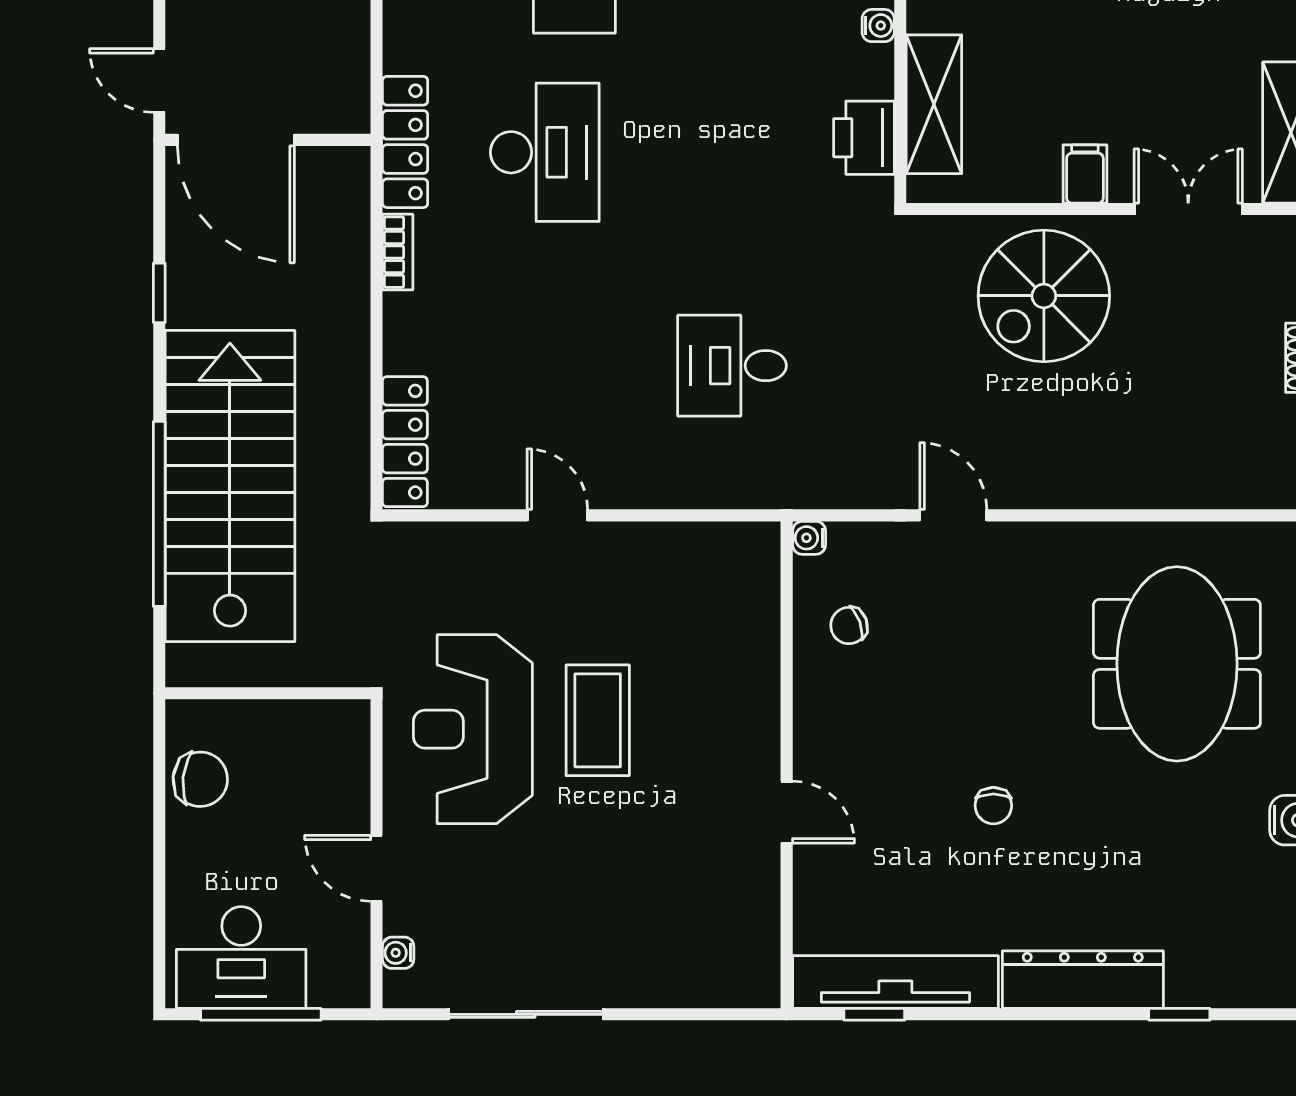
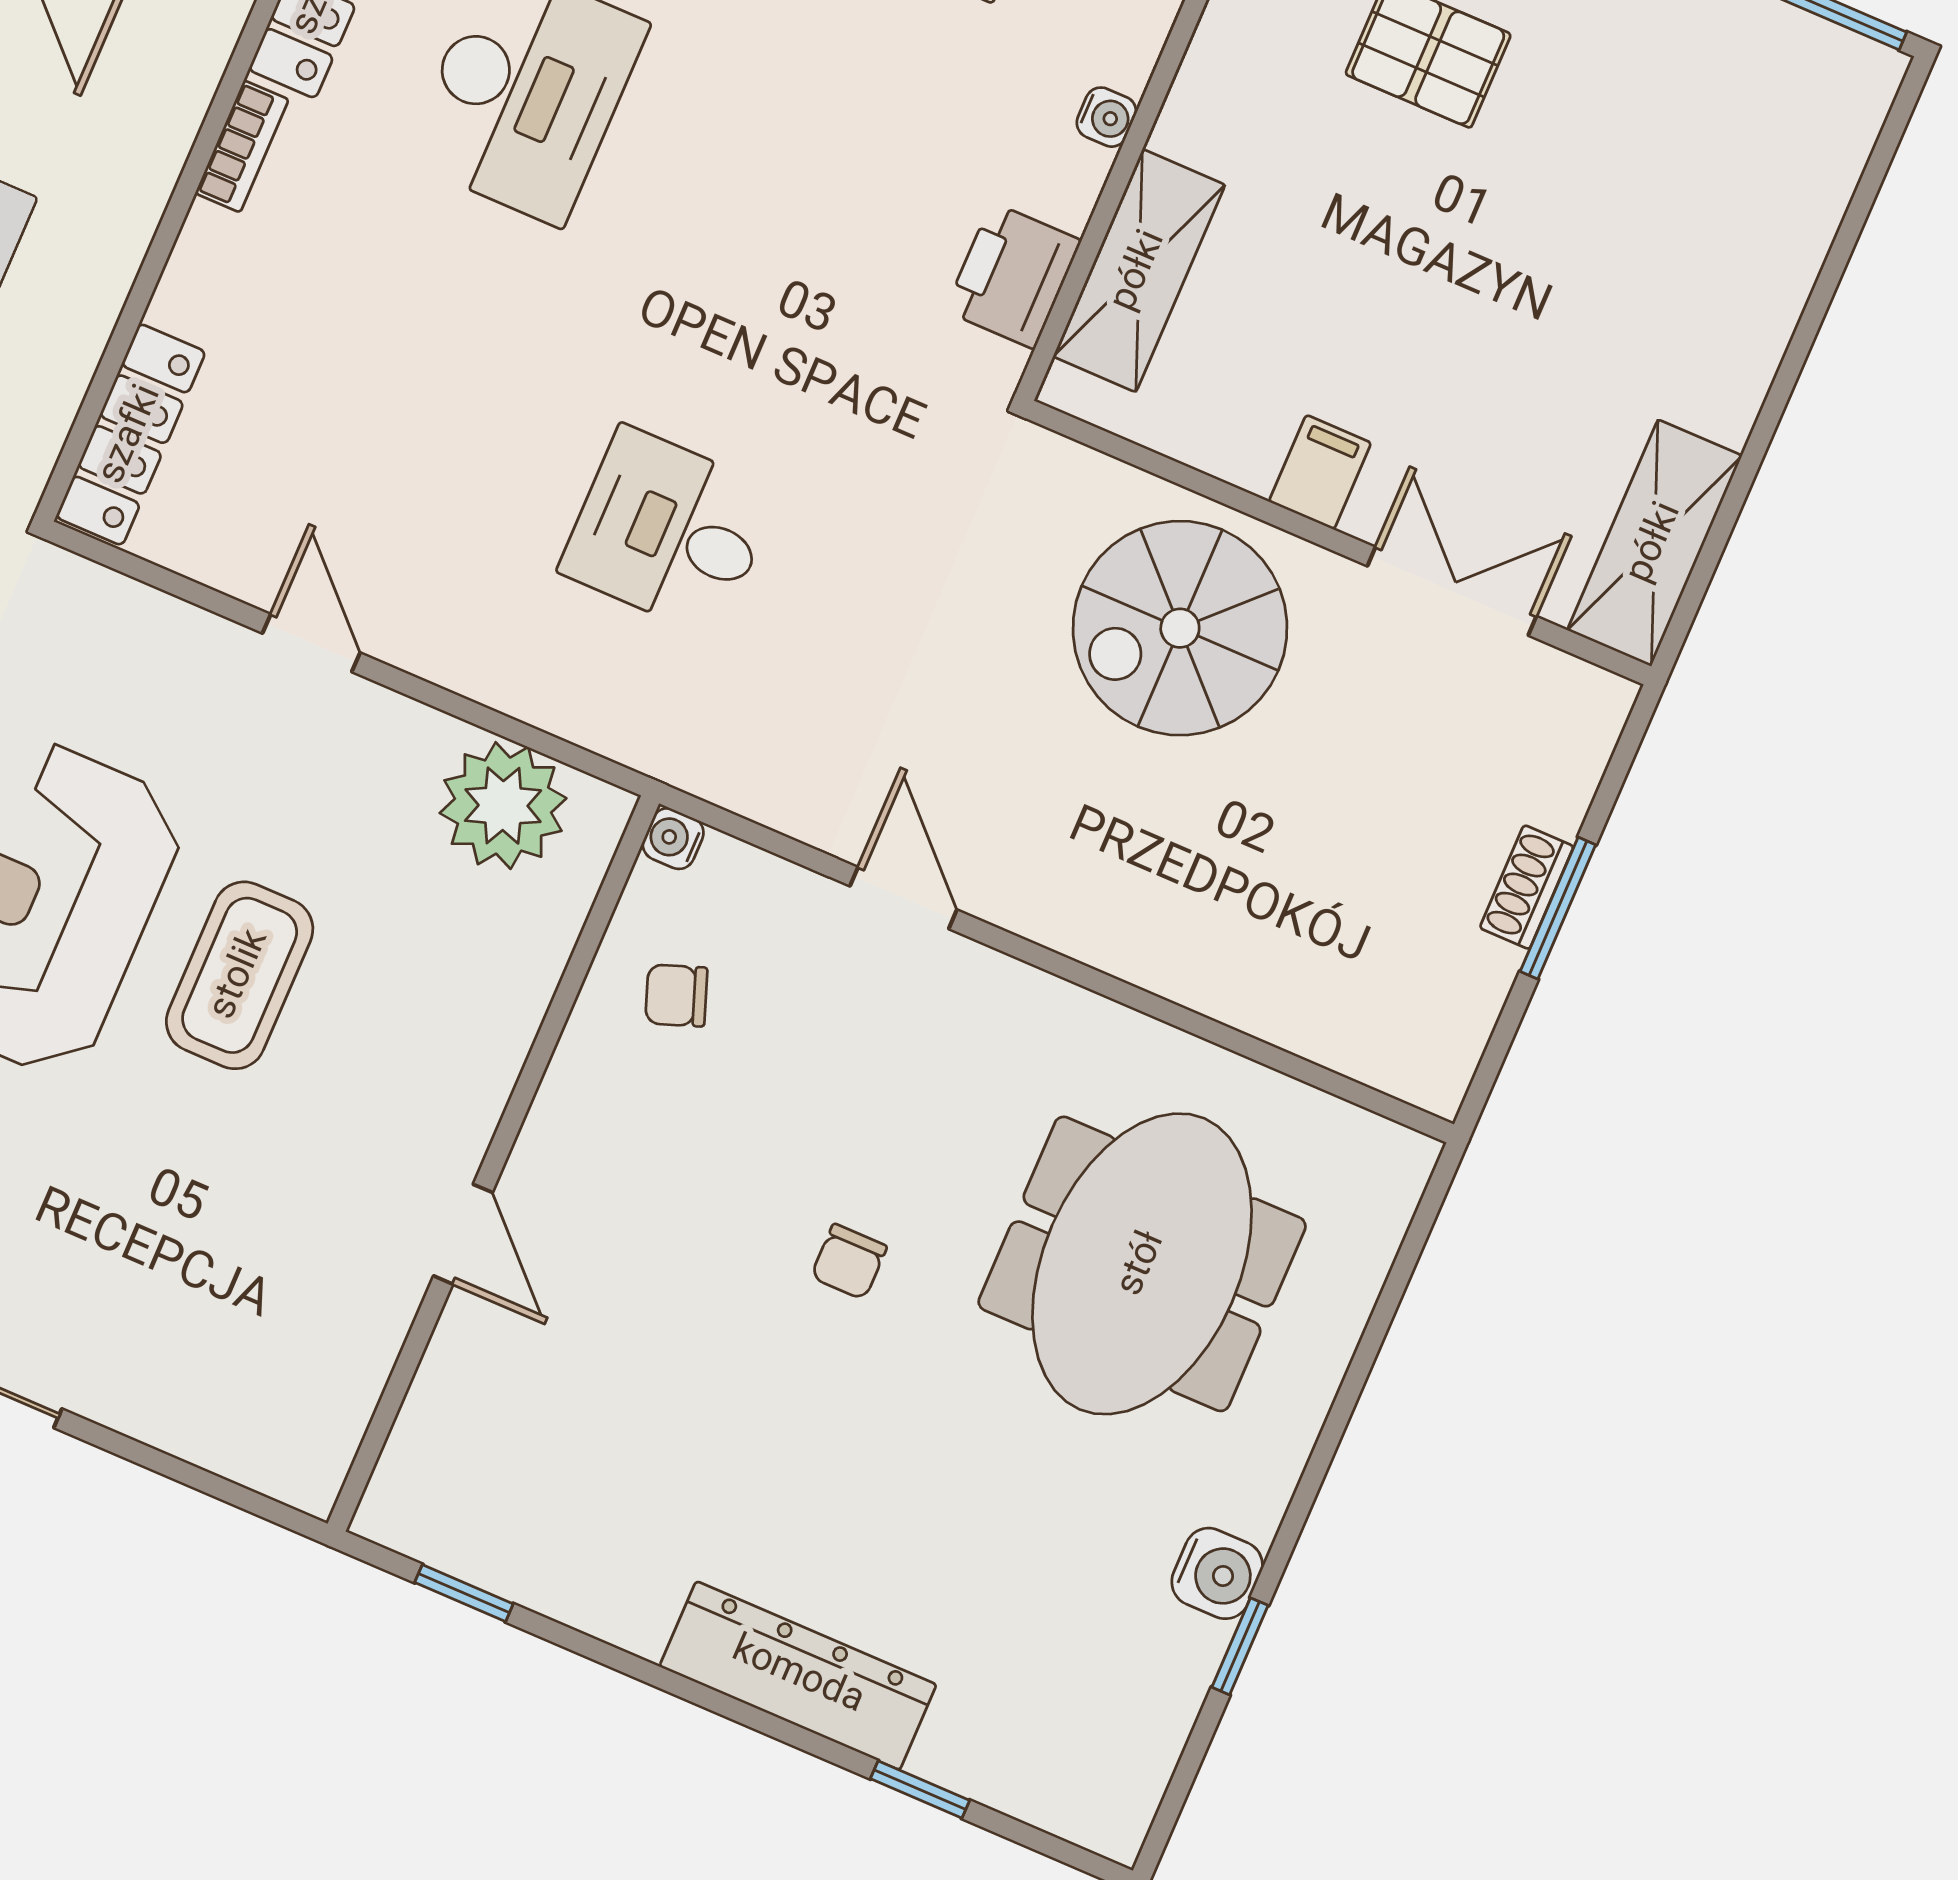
plant: (705, 561) -> (503, 806), added
chair: (993, 806) -> (849, 1262), moved
tv unit: (895, 982) -> (516, 1558), removed

